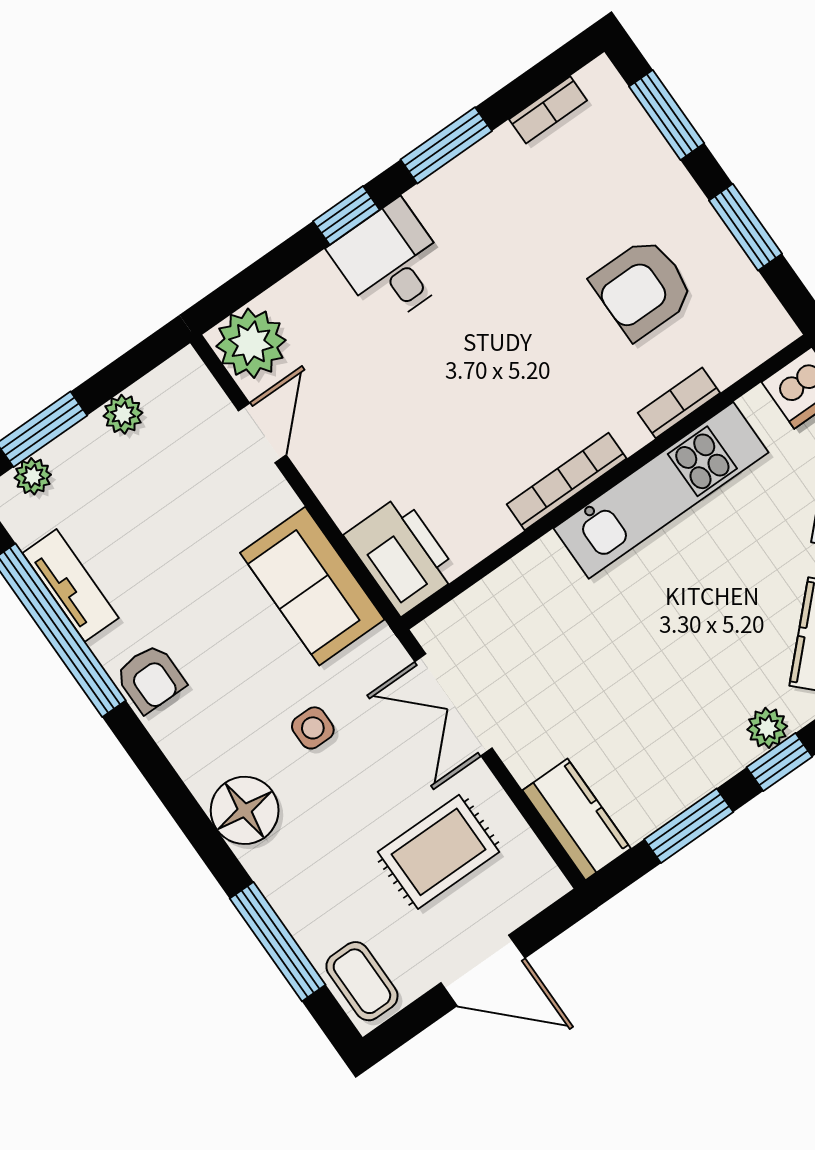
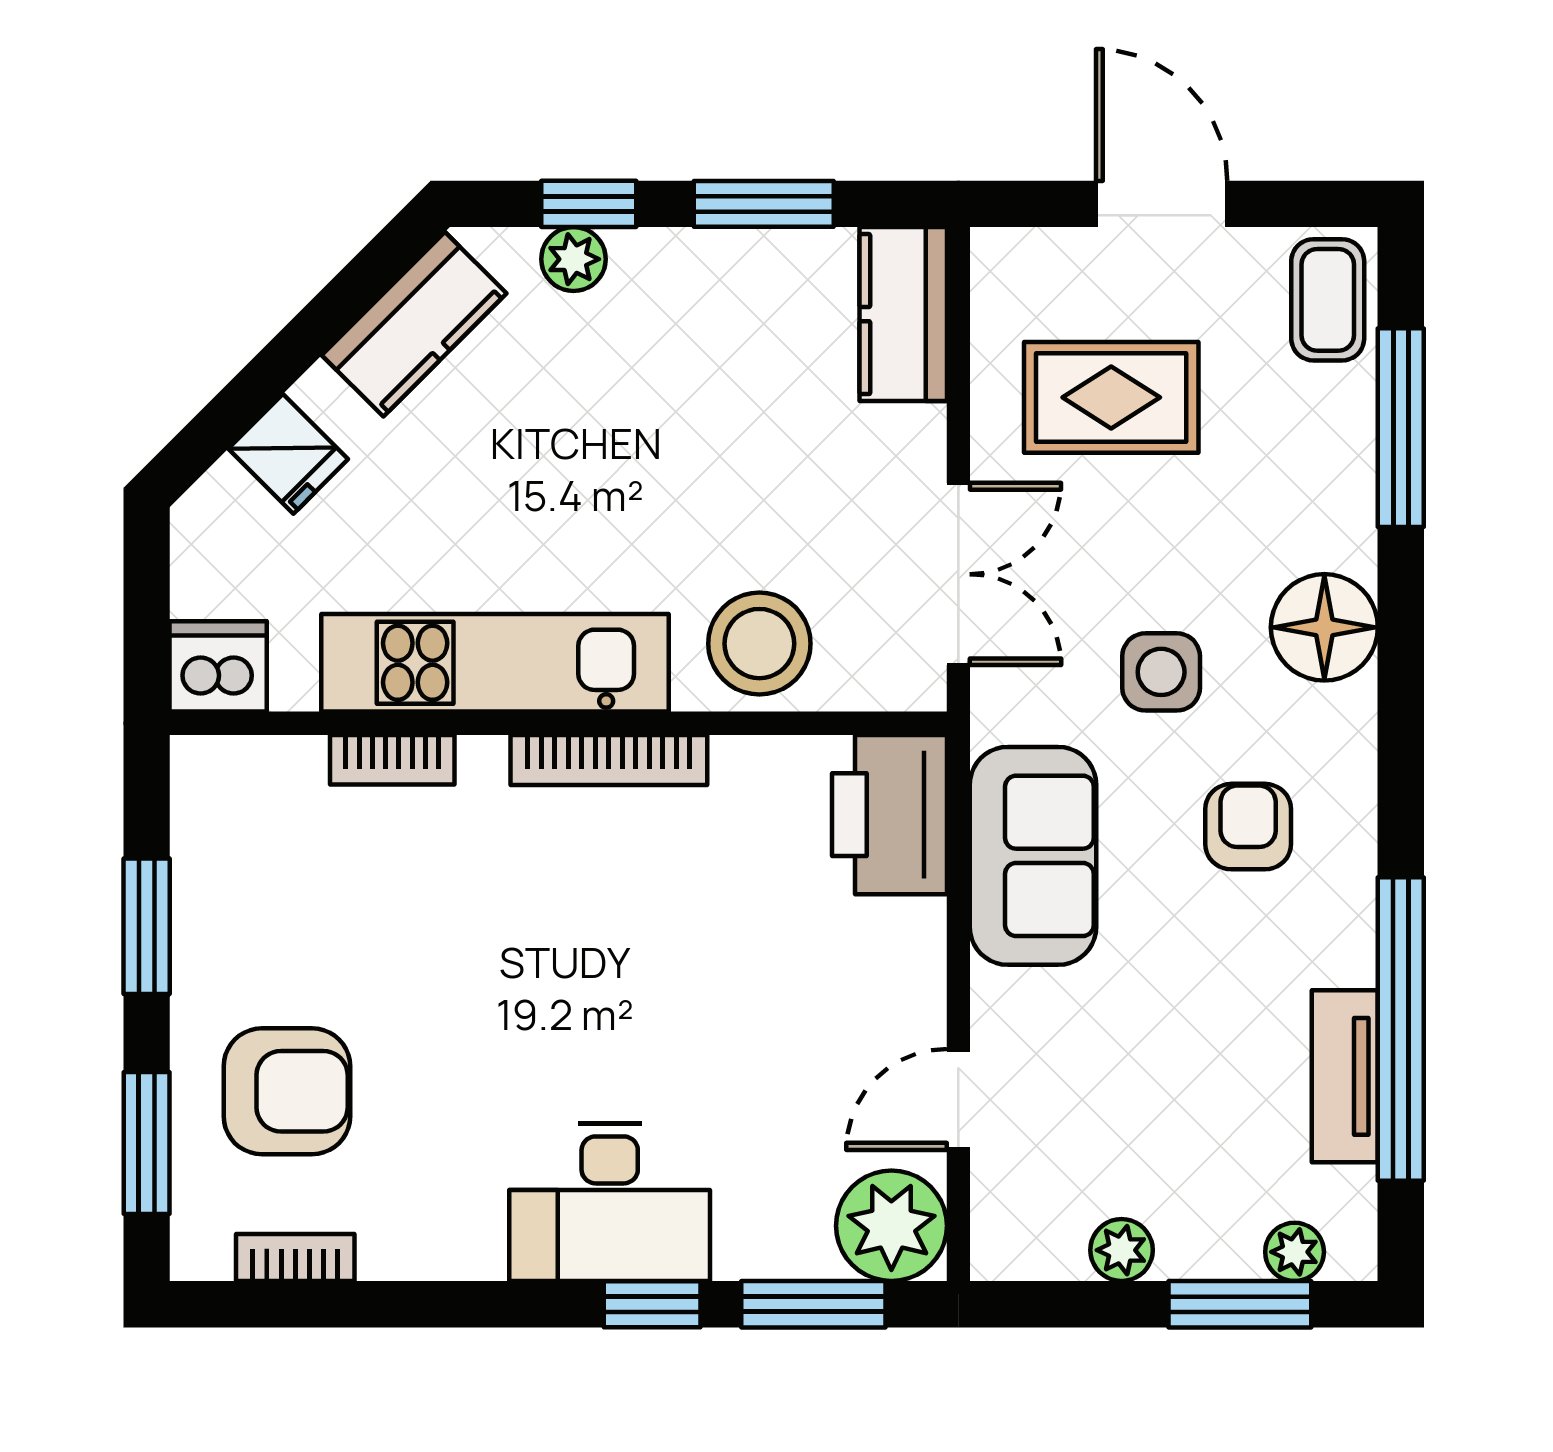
window: (446, 145) -> (813, 1304), moved
desk: (391, 263) -> (610, 1202), width x1.37
armchair: (643, 288) -> (287, 1091), moved
stool: (531, 597) -> (759, 644), added
armchair: (150, 678) -> (1248, 827), moved
side table: (313, 728) -> (1161, 672), width x1.37, depth x1.37

